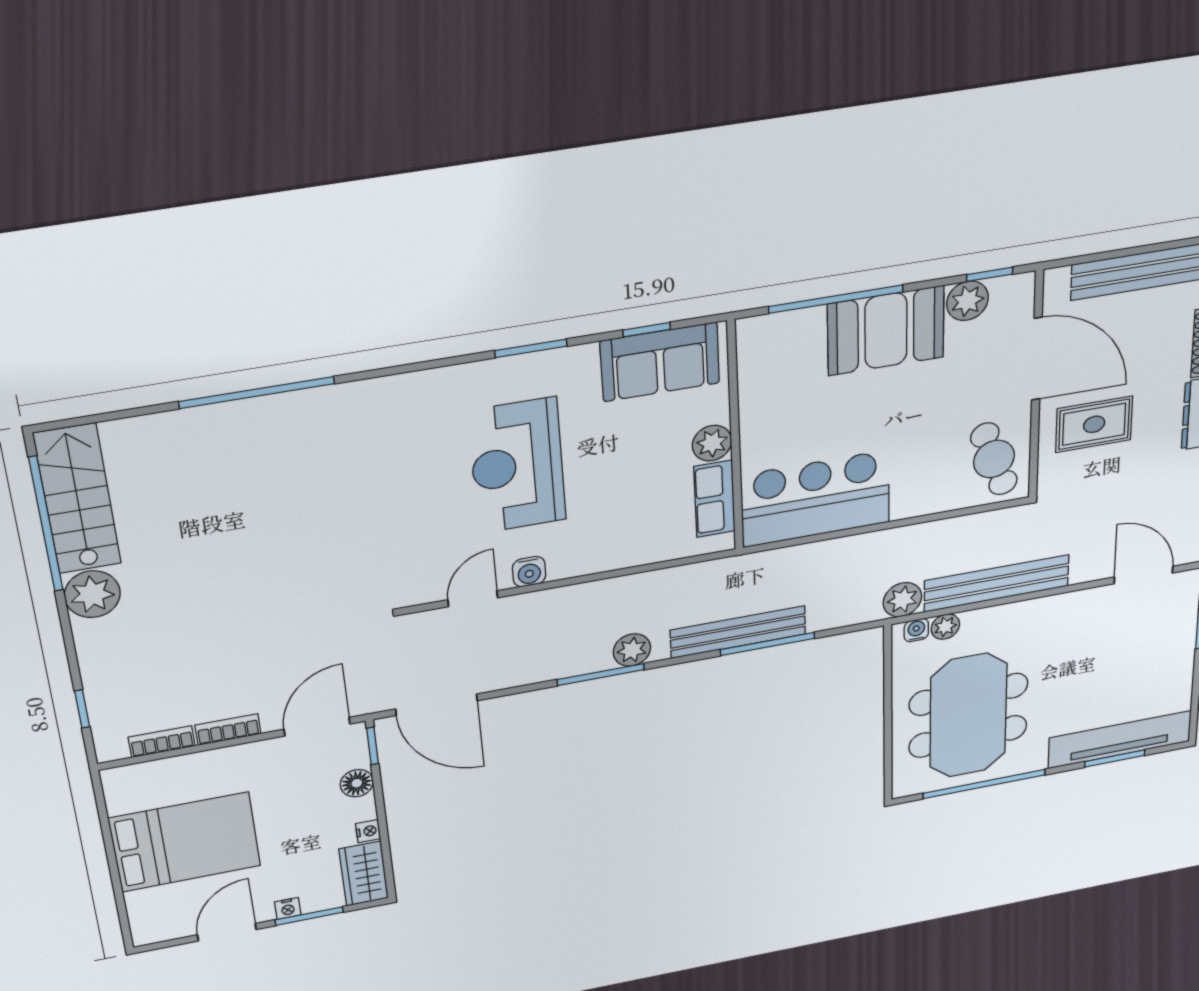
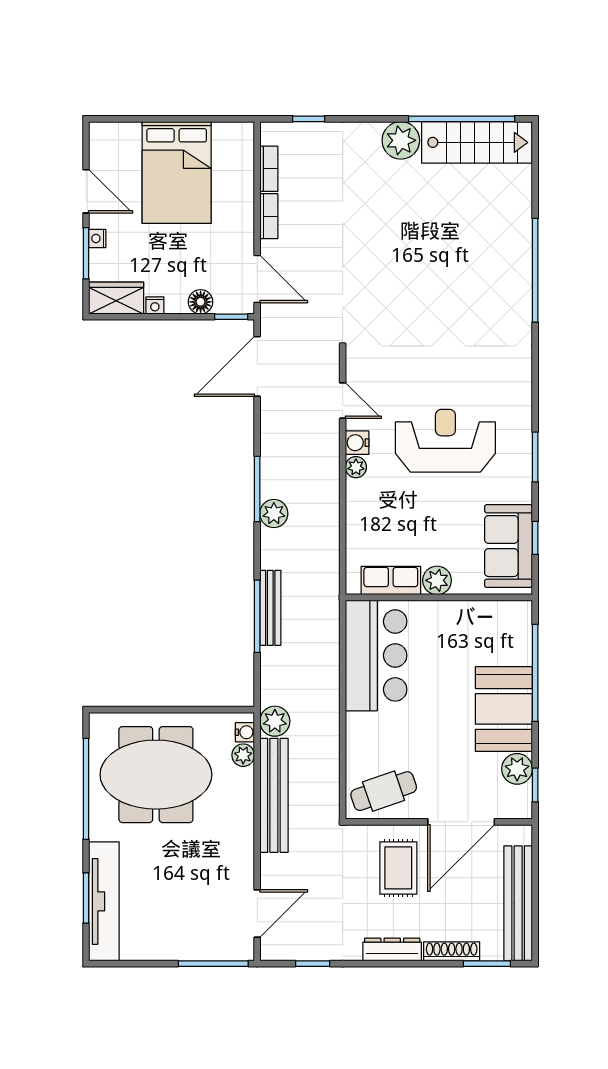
plant: (563, 567) -> (356, 467), added
bench: (738, 632) -> (270, 608), width x0.73, depth x0.82

